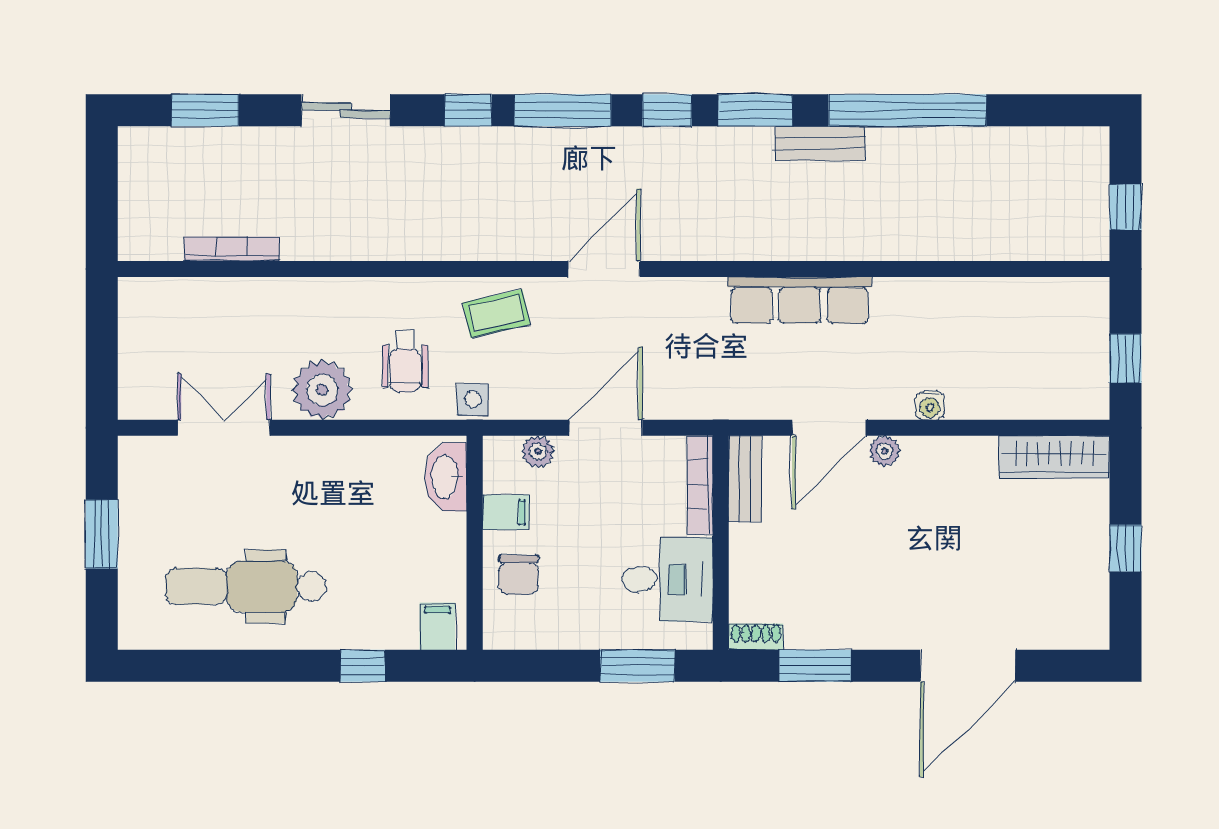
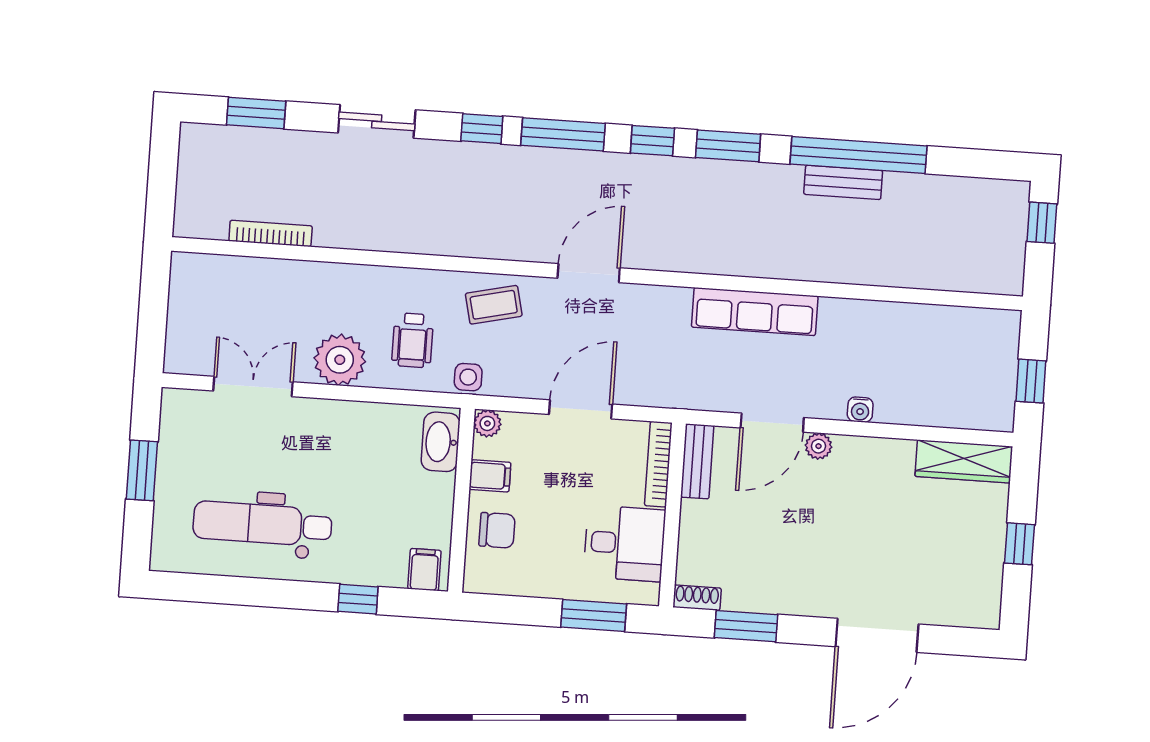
bench: (820, 143) -> (843, 182), moved
window: (1126, 207) -> (1042, 223), moved
plant: (538, 452) -> (487, 423), moved
chair: (518, 575) -> (497, 530), turned -90

